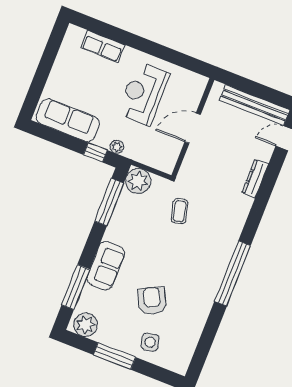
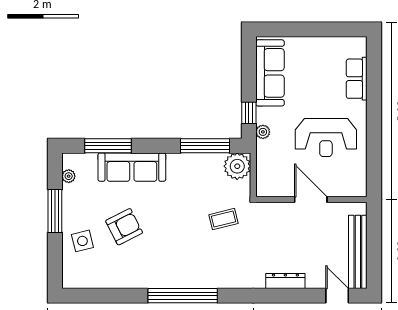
reception desk: (144, 94) -> (326, 137), turned 180
sofa: (106, 266) -> (132, 167), width x1.36
plant: (86, 325) -> (69, 176), width x0.53, depth x0.53

